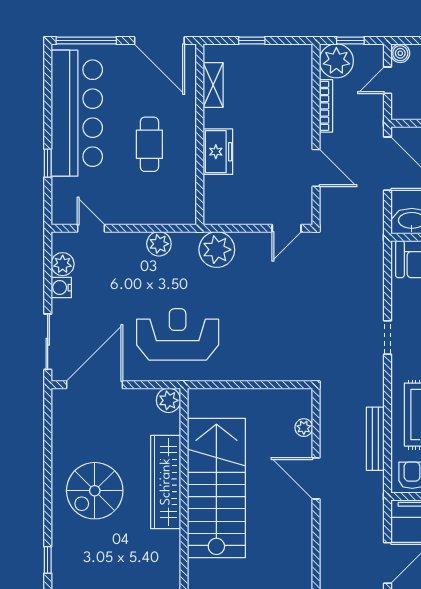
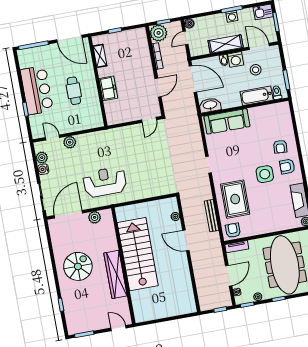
bar counter: (77, 113) -> (37, 90), width x0.73
door: (316, 168) -> (158, 87), hinge flipped
plant: (159, 244) -> (70, 142), moved
plant: (217, 250) -> (116, 137), removed
plant: (169, 400) -> (95, 217), moved
wardrobe: (166, 482) -> (115, 274), moved
spiral stairs: (95, 491) -> (78, 266), turned 180

